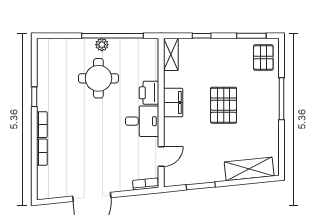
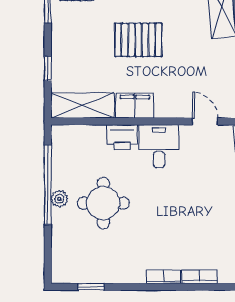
shelving: (171, 54) -> (83, 106), width x1.50, depth x1.33
window: (34, 97) -> (91, 287), moved

